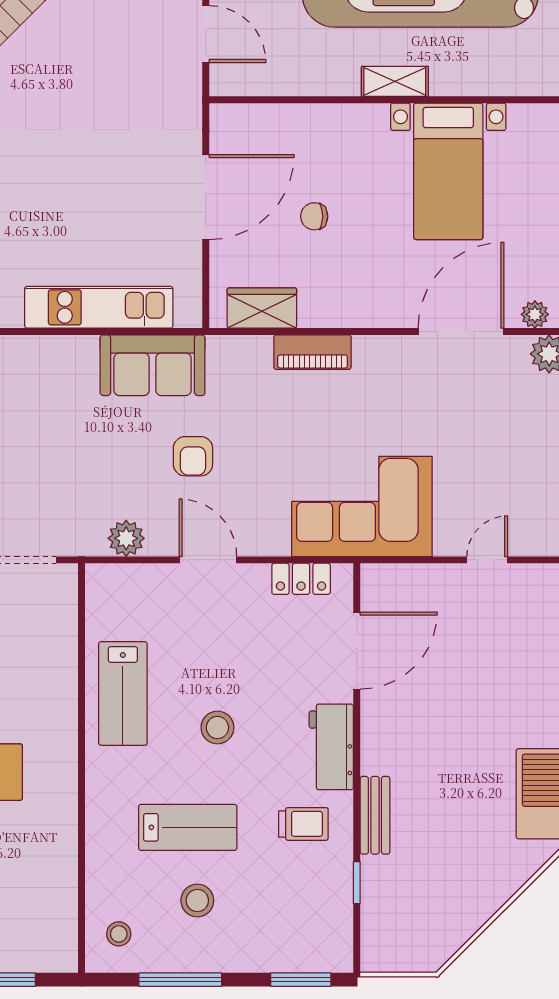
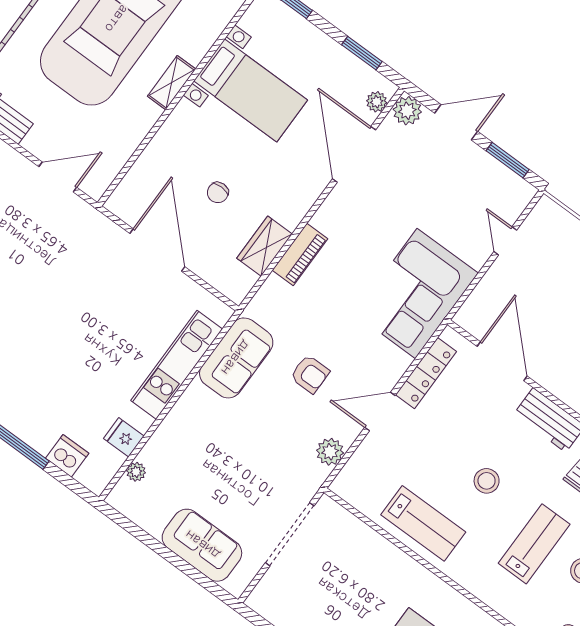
wardrobe: (262, 308) -> (265, 246), moved
locker: (301, 579) -> (426, 373), width x1.53

